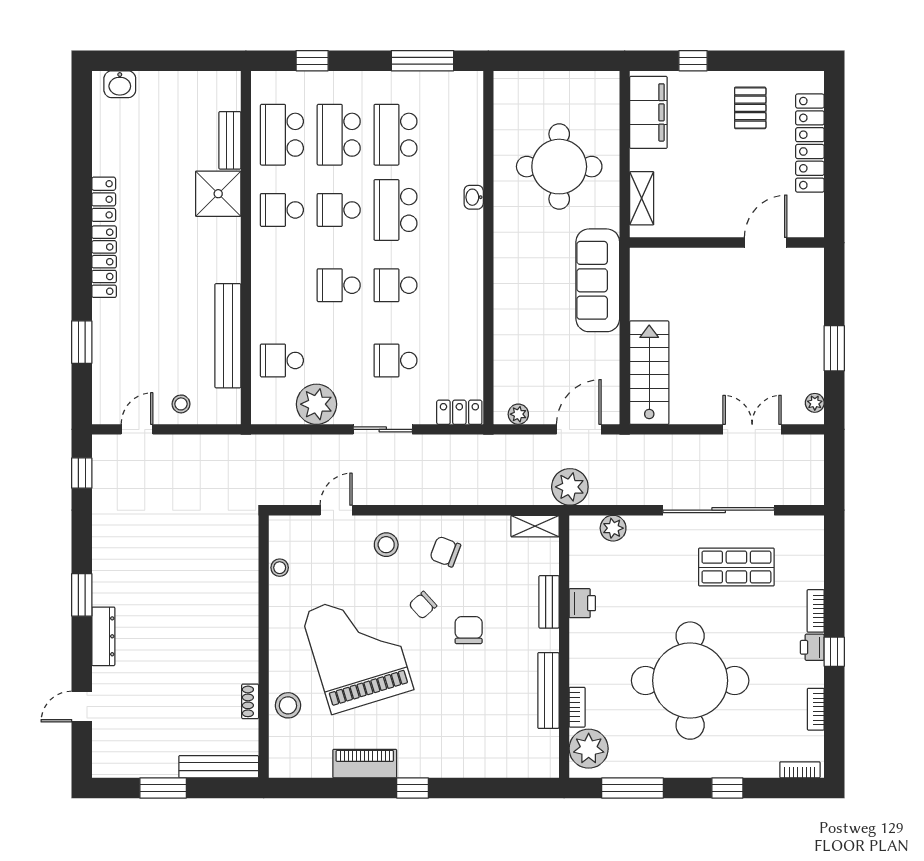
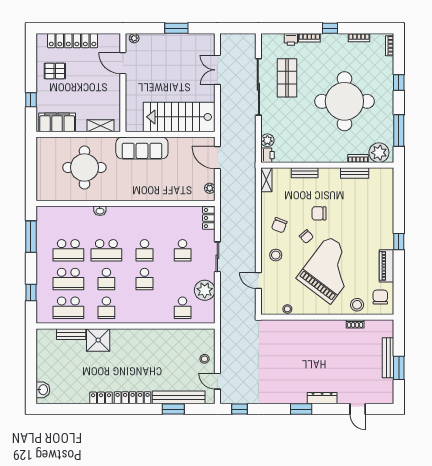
bench: (228, 336) -> (179, 397), moved
stairs: (649, 373) -> (179, 117), width x1.36, depth x1.51
plant: (815, 403) -> (134, 38), moved
plant: (570, 487) -> (247, 162), removed
printer: (582, 603) -> (268, 155), moved, turned 90
printer: (812, 647) -> (291, 39), moved
grand piano: (357, 651) -> (329, 270), turned 144
bench: (548, 691) -> (355, 173), width x0.73
chair: (303, 751) -> (380, 297), added
bench: (219, 767) -> (388, 358), moved

